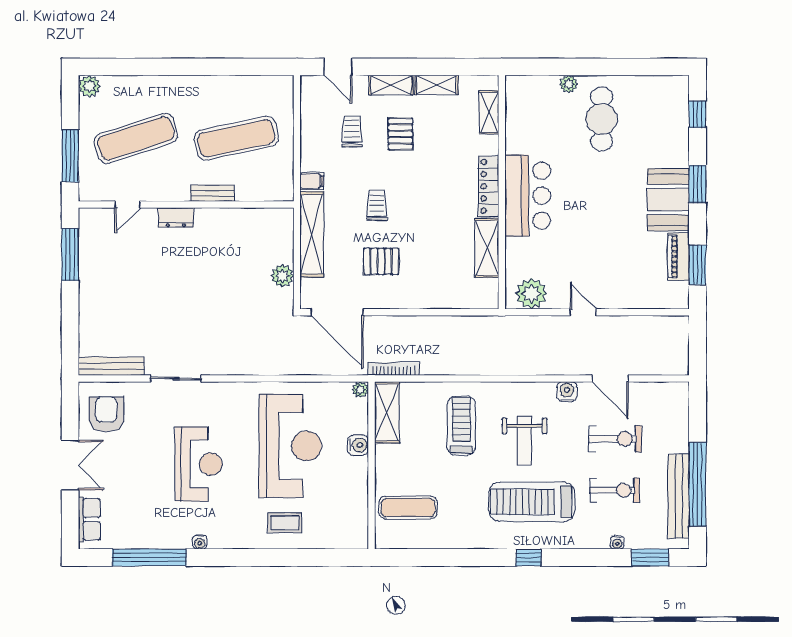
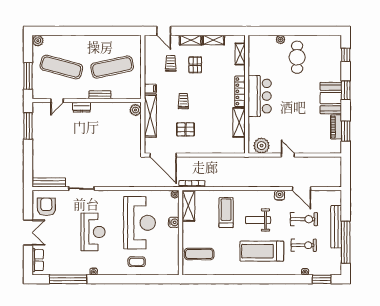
exercise mat: (136, 138) -> (61, 67), turned 33
plant: (282, 276) -> (136, 110), moved
weight bench: (524, 441) -> (258, 220), turned 90
bench: (679, 496) -> (336, 227), moved
window: (529, 558) -> (260, 279), removed

